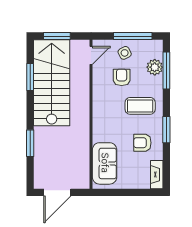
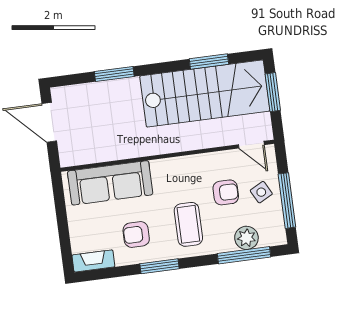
armchair: (142, 143) -> (136, 234), turned -90
sofa: (105, 163) -> (110, 183), width x1.36

